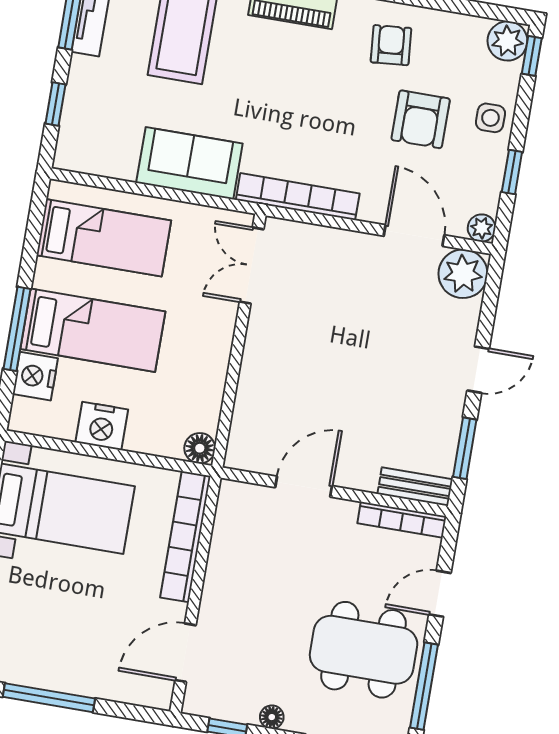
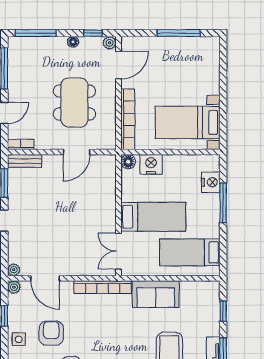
double door: (252, 266) -> (119, 251), swing flipped
plant: (463, 274) -> (14, 270), width x0.53, depth x0.53
bed: (93, 330) -> (153, 217), moved, turned 180
nightstand: (102, 426) -> (151, 164), moved
bookcase: (402, 520) -> (21, 144), width x0.64
dining table: (364, 650) -> (74, 103), moved, turned 90
plant: (196, 702) -> (110, 43), added

